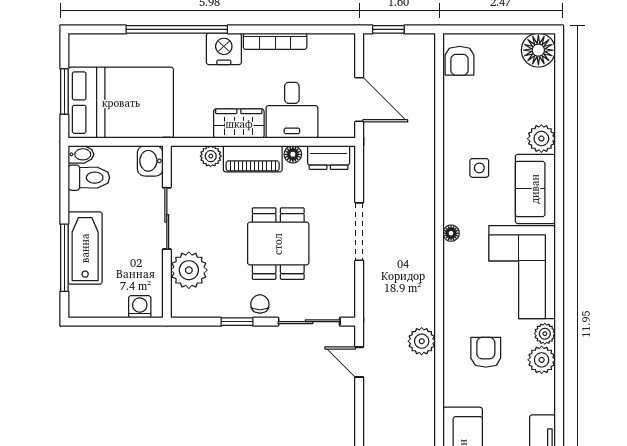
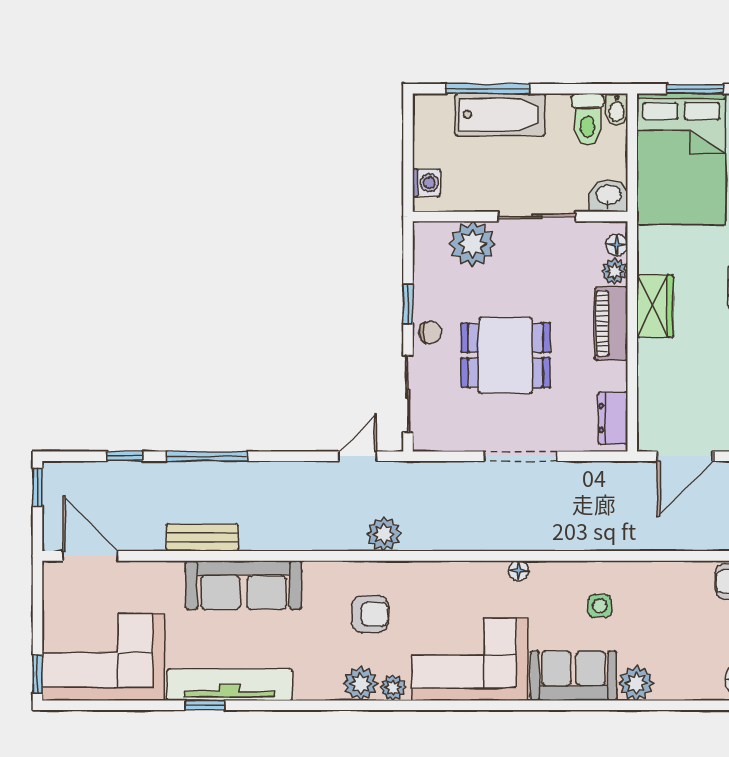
desk: (292, 110) -> (672, 372), removed
floor lamp: (293, 154) -> (617, 245), moved

